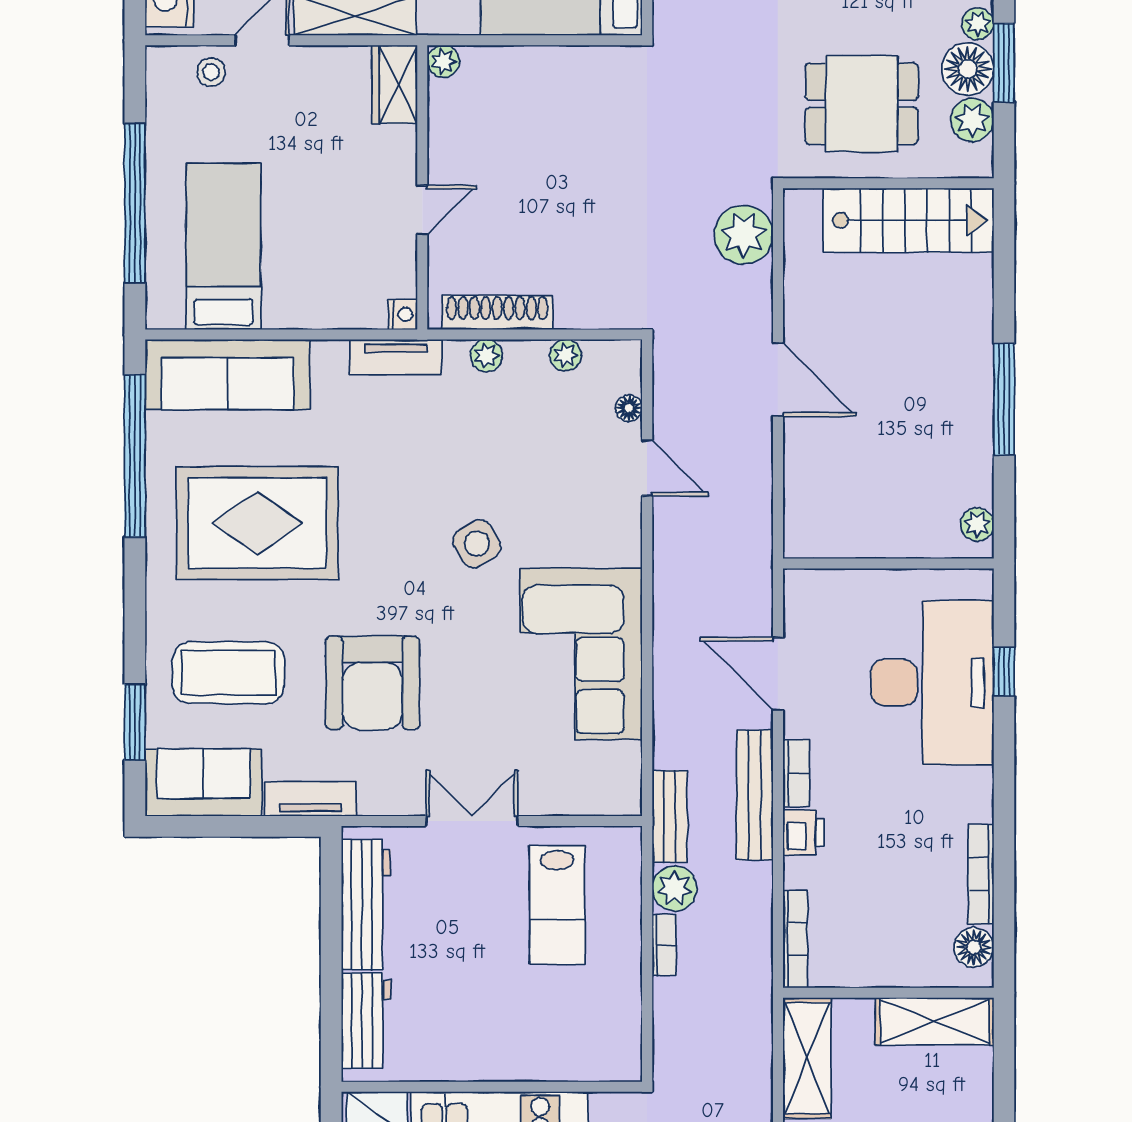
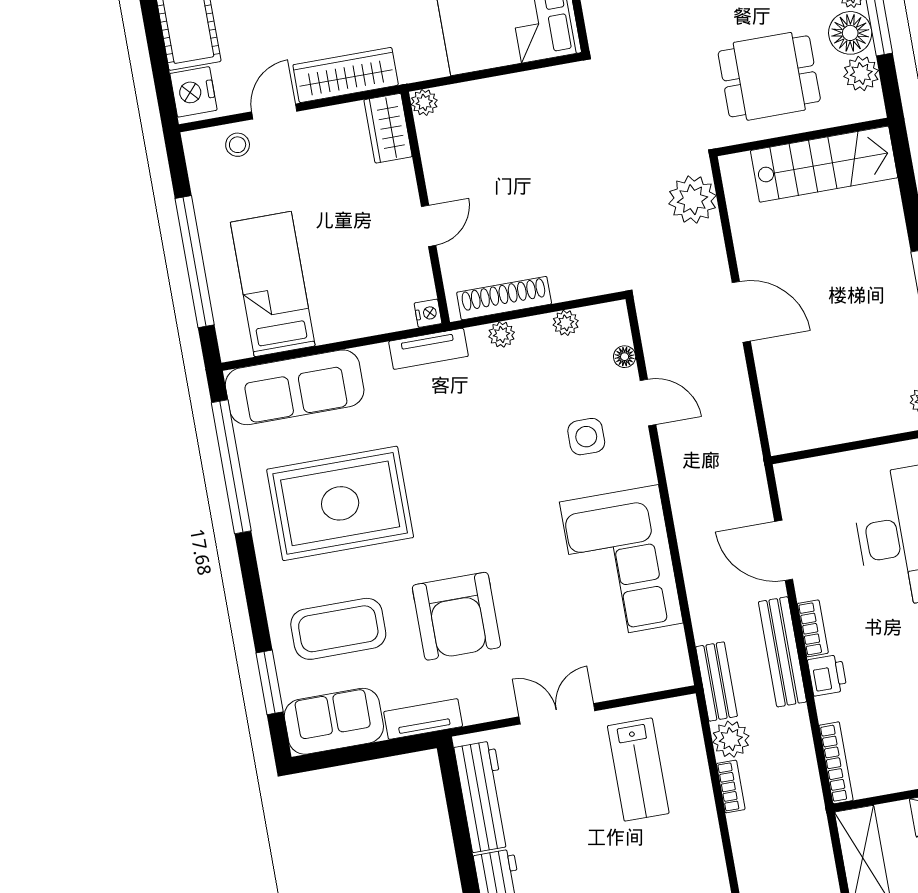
side table: (477, 544) -> (586, 437), moved, turned 30

